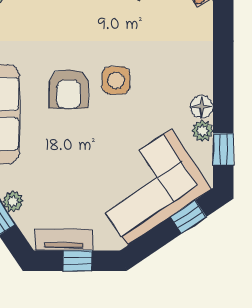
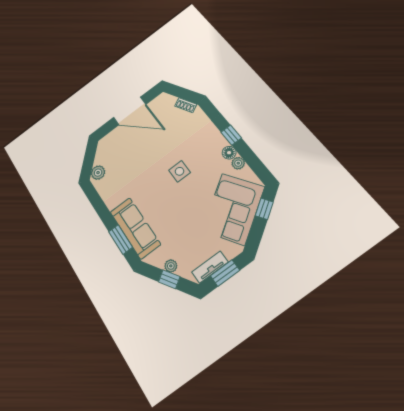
armchair: (69, 89) -> (160, 192), removed
window: (223, 149) -> (231, 135), moved
window: (78, 261) -> (225, 273), width x1.50

